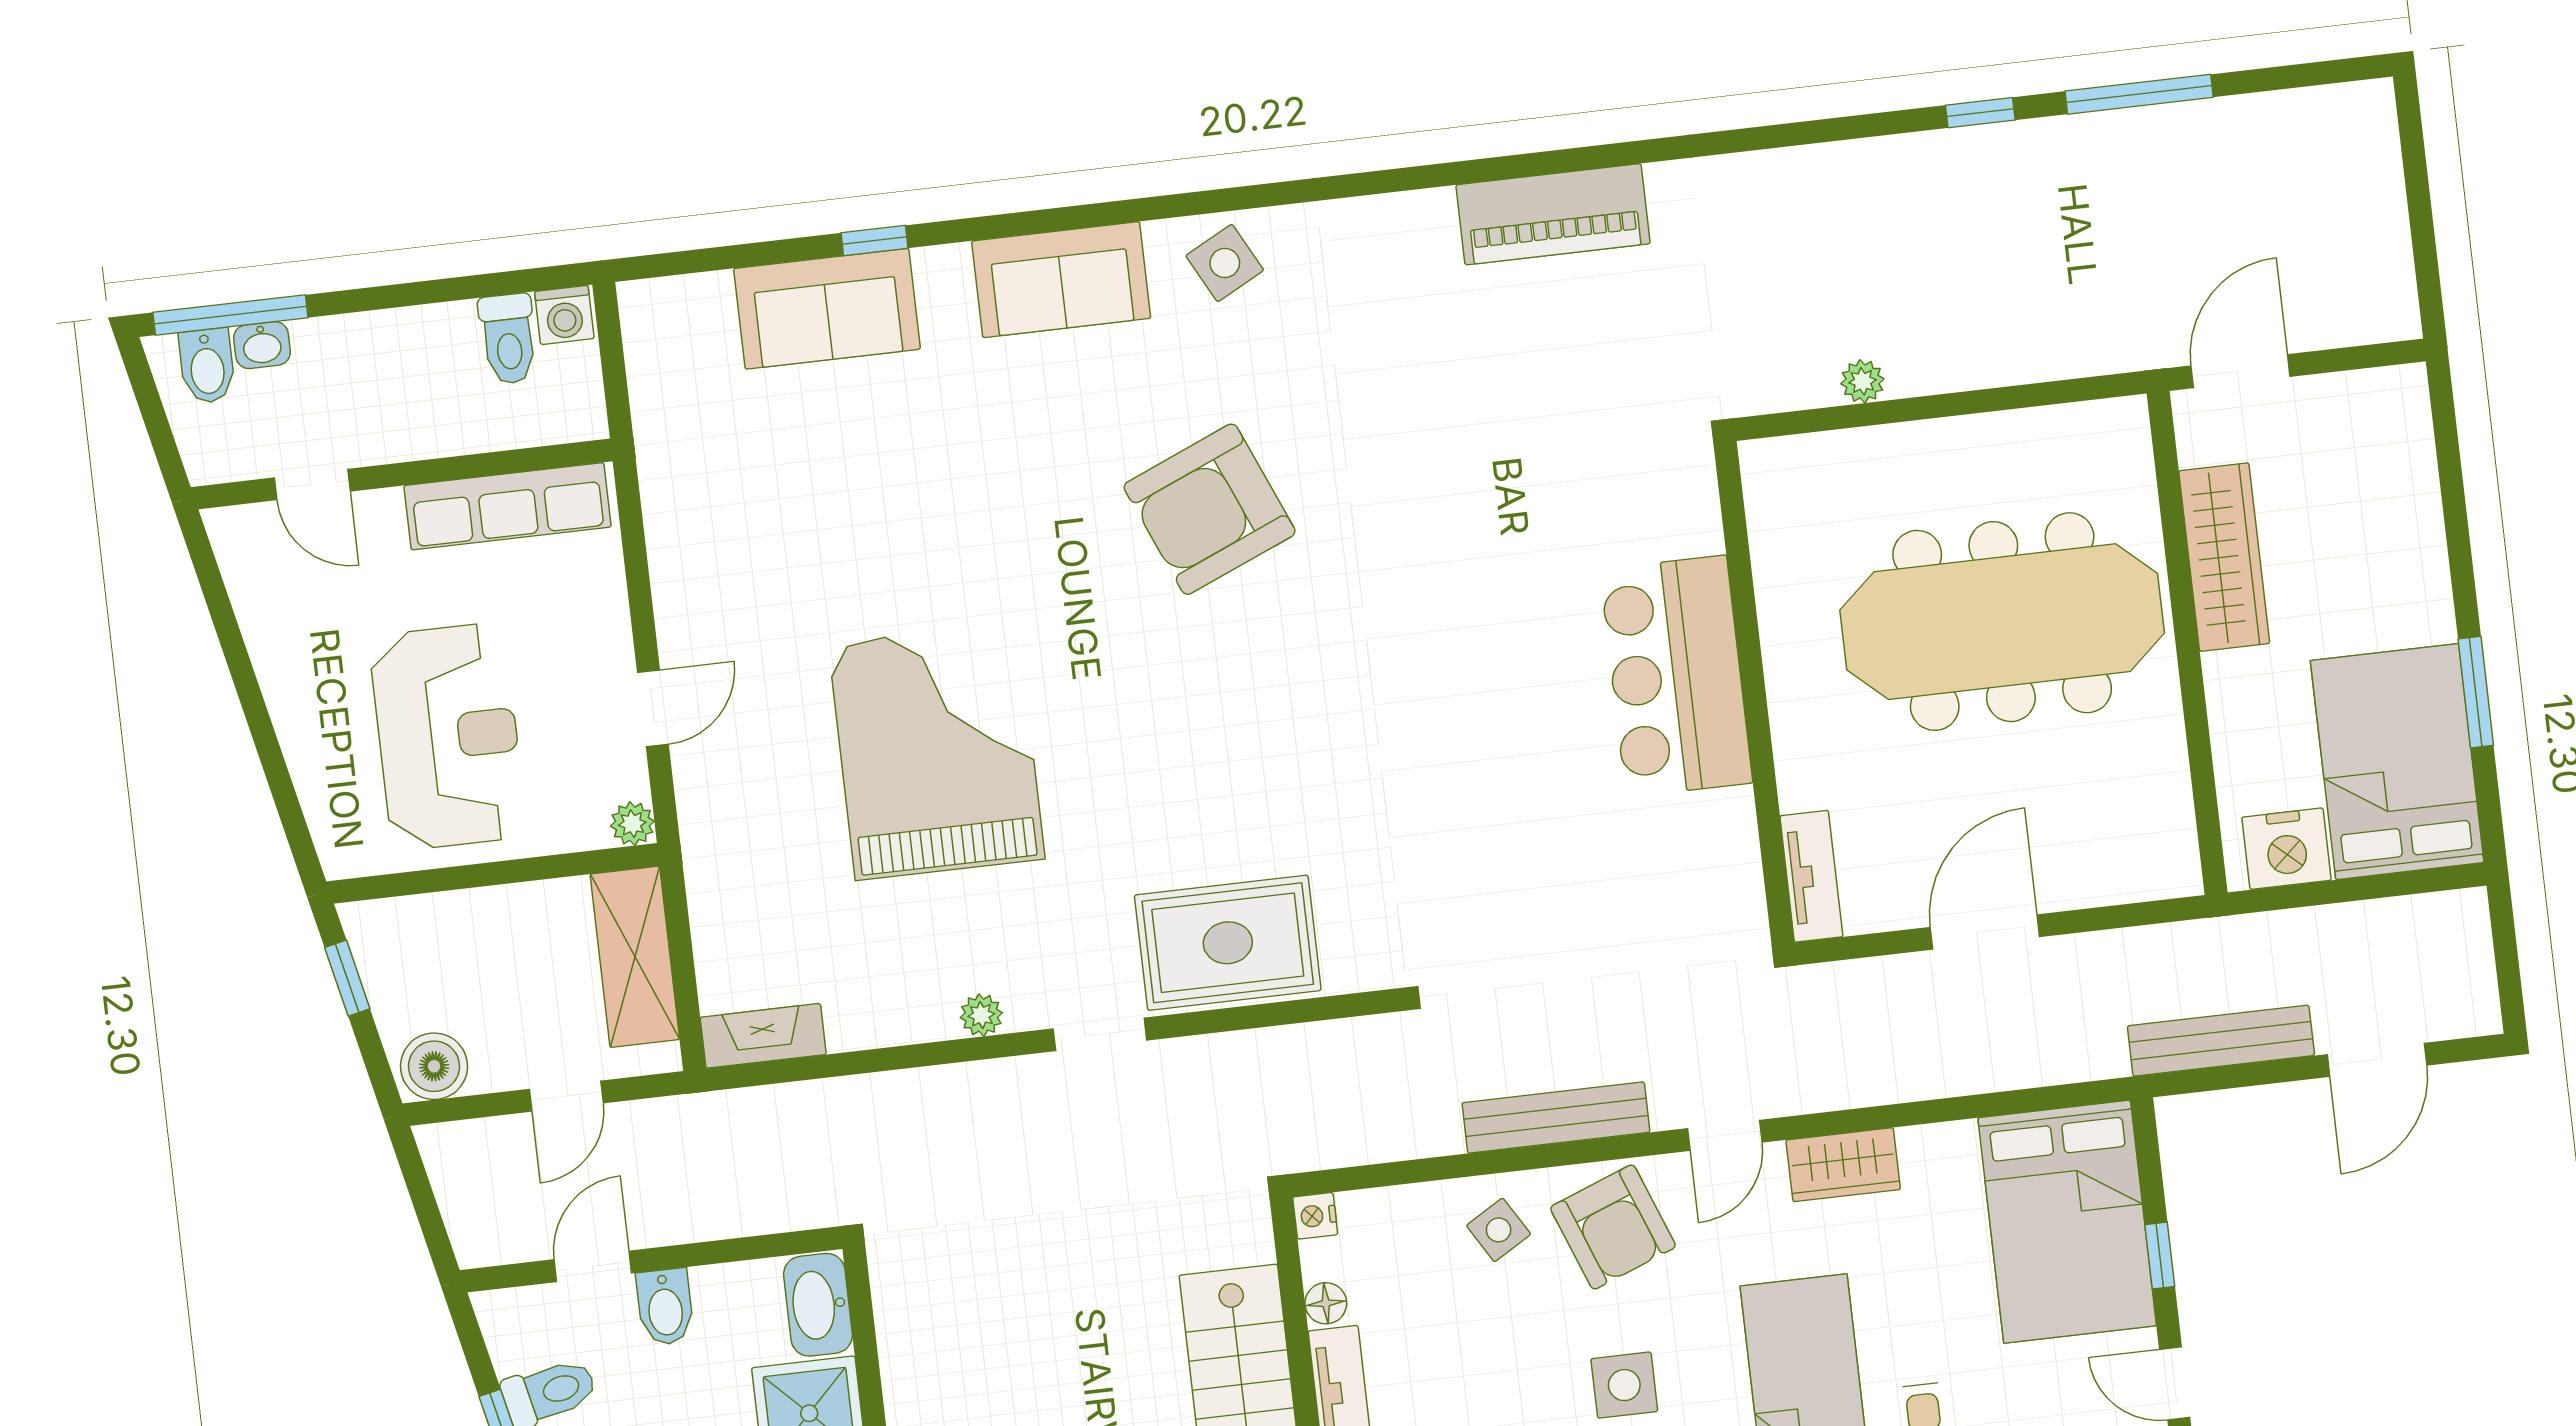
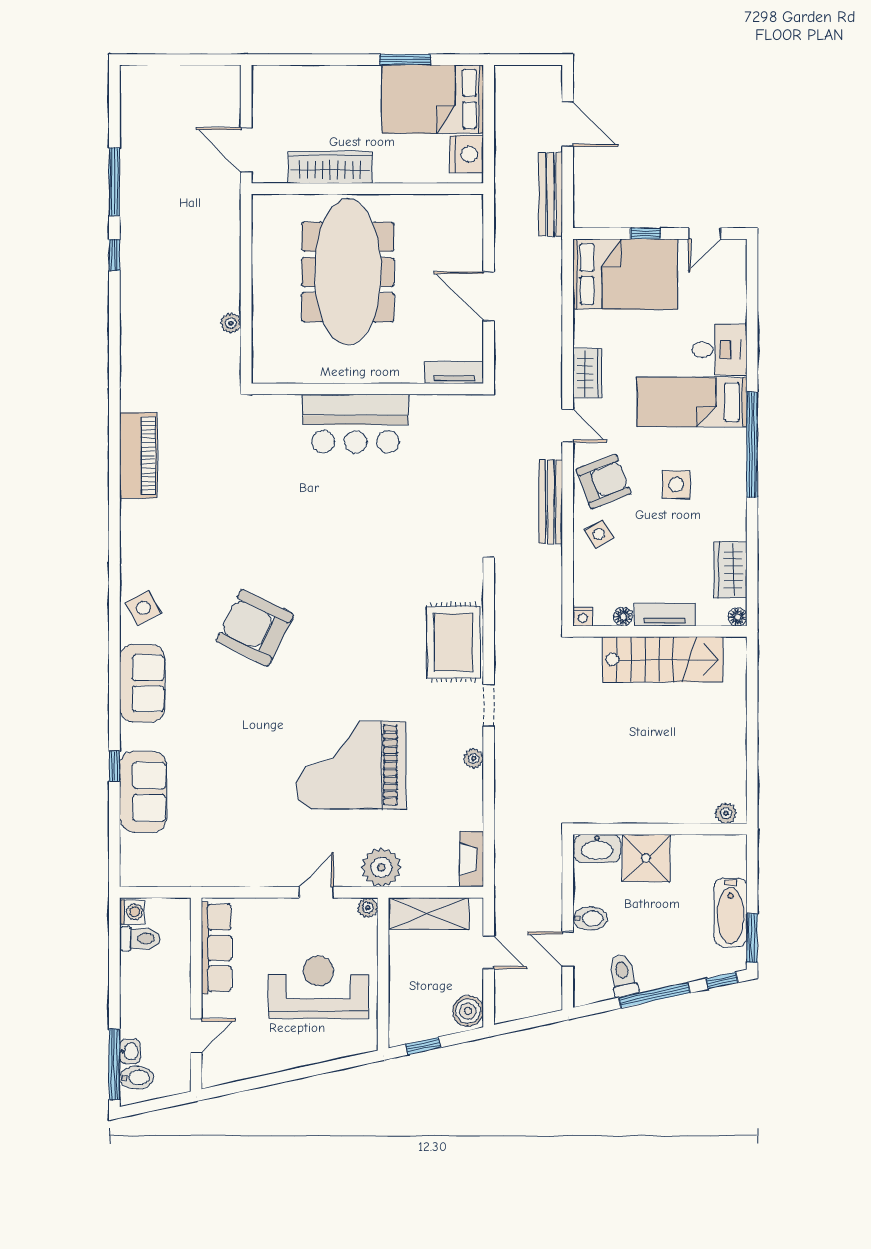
armchair: (1210, 509) -> (255, 628), turned 139
door: (653, 708) -> (316, 892), hinge flipped
plant: (723, 843) -> (381, 867), added

